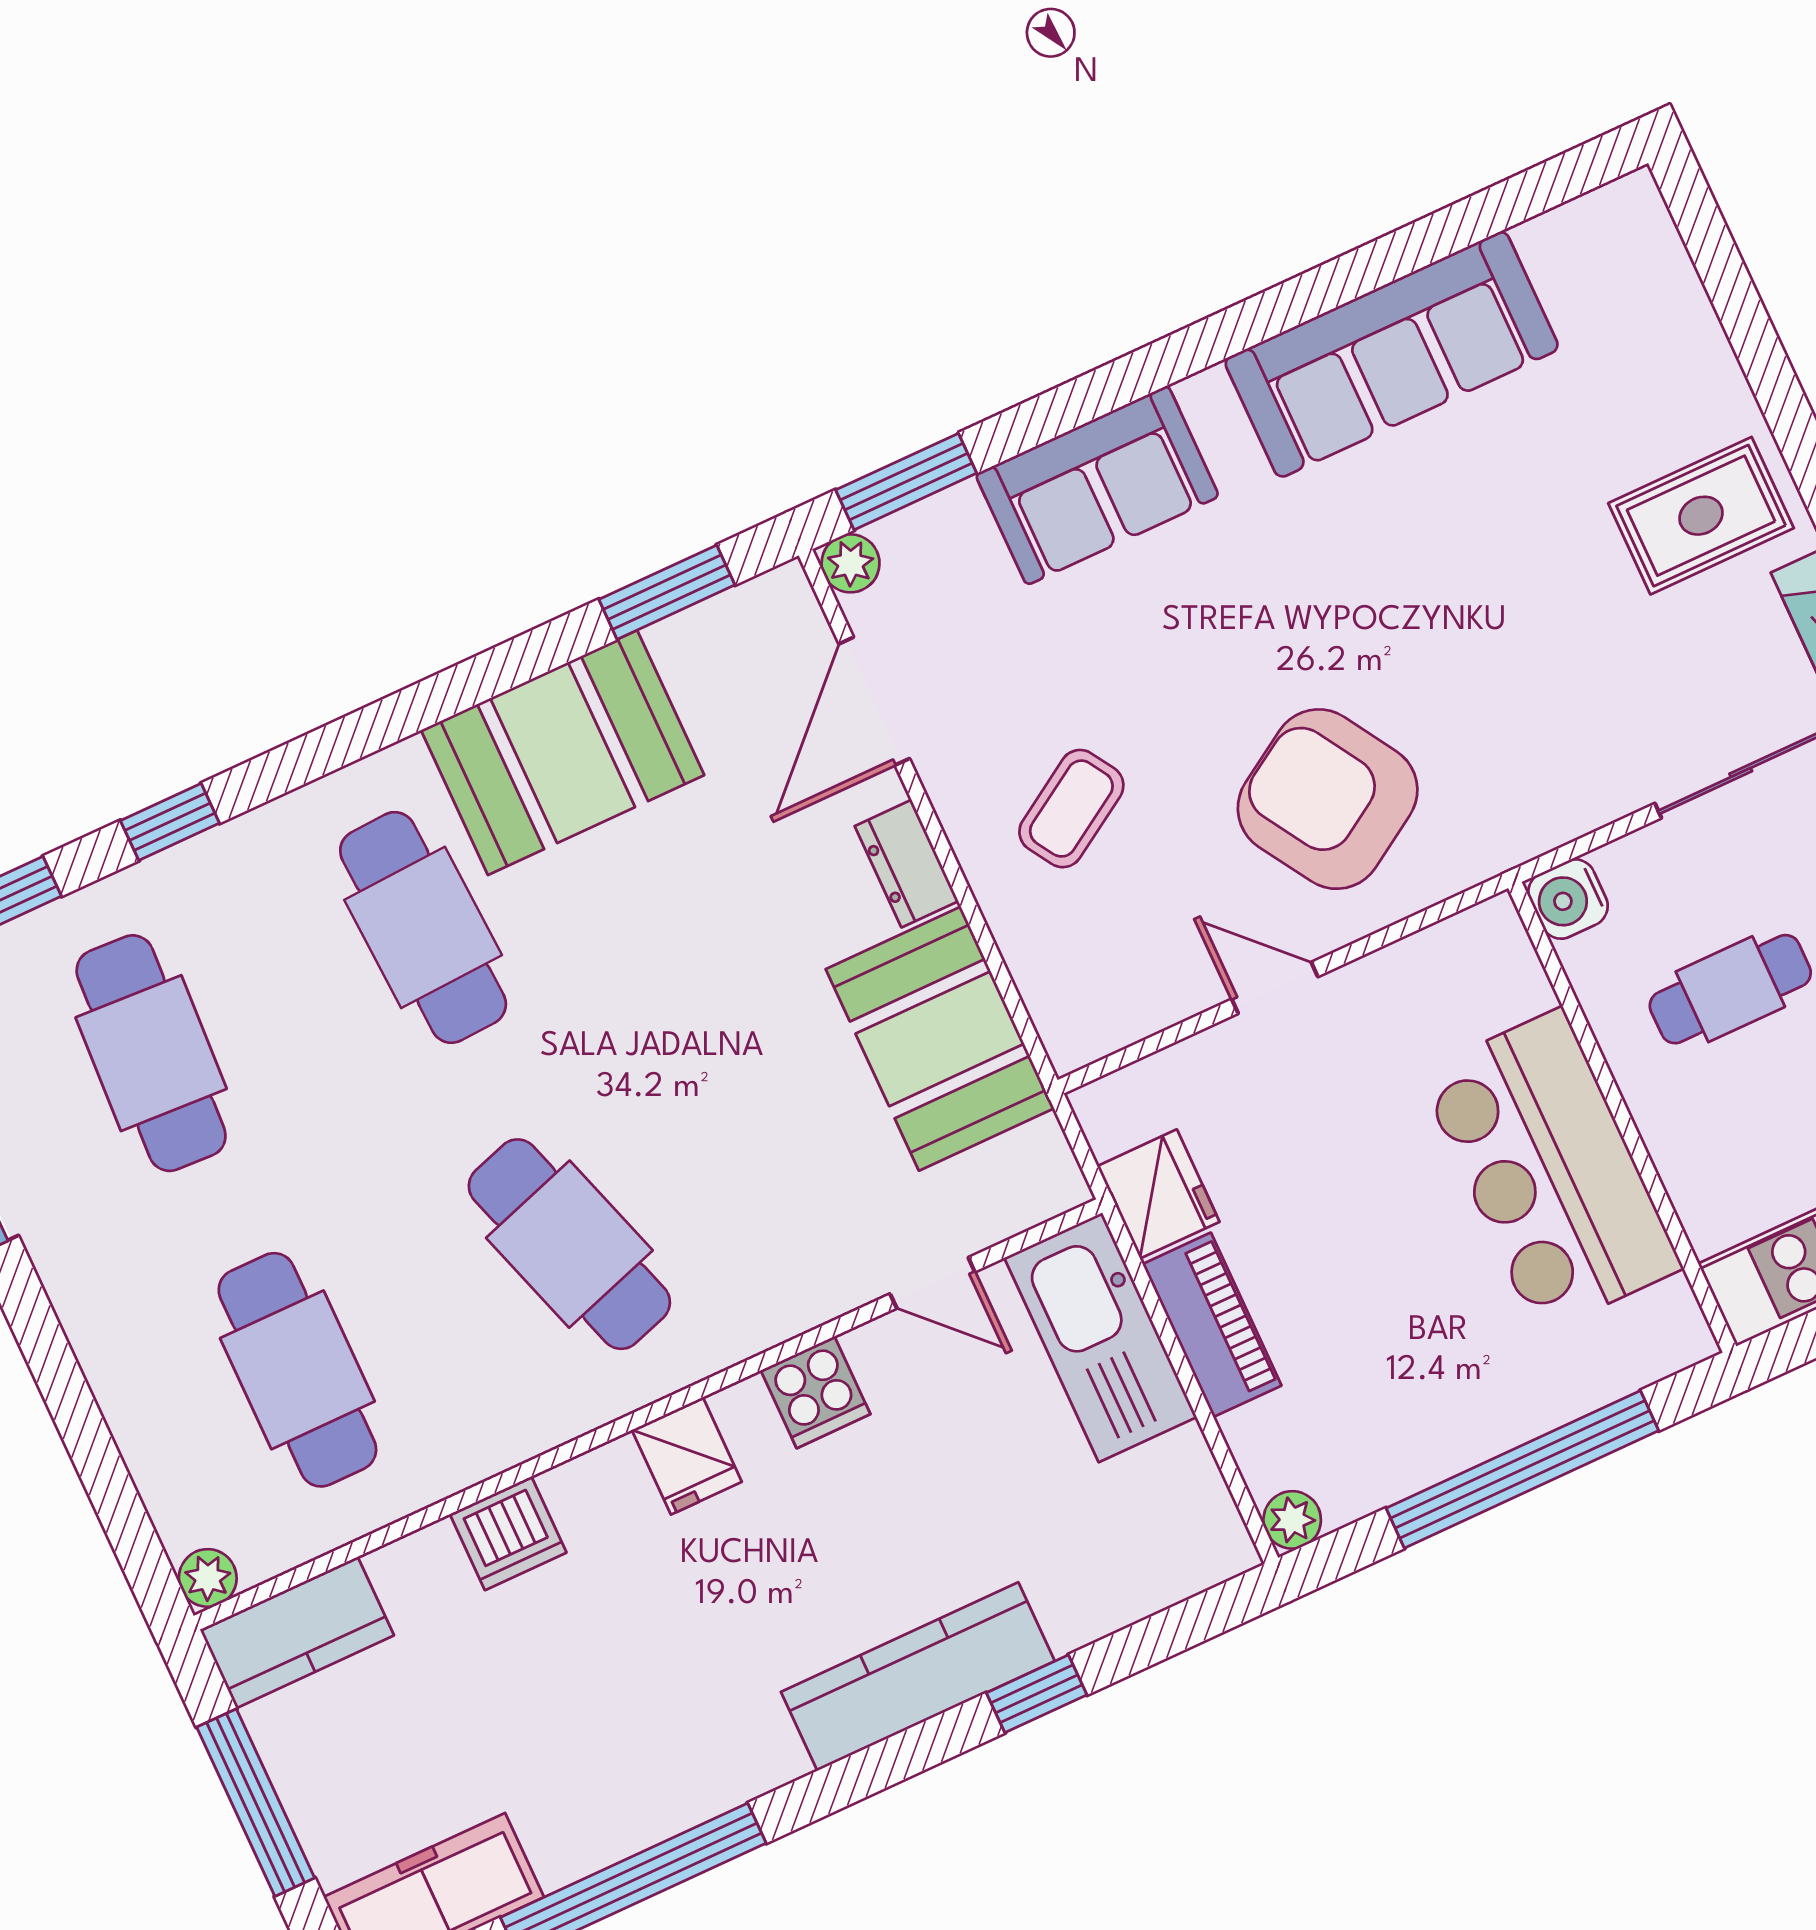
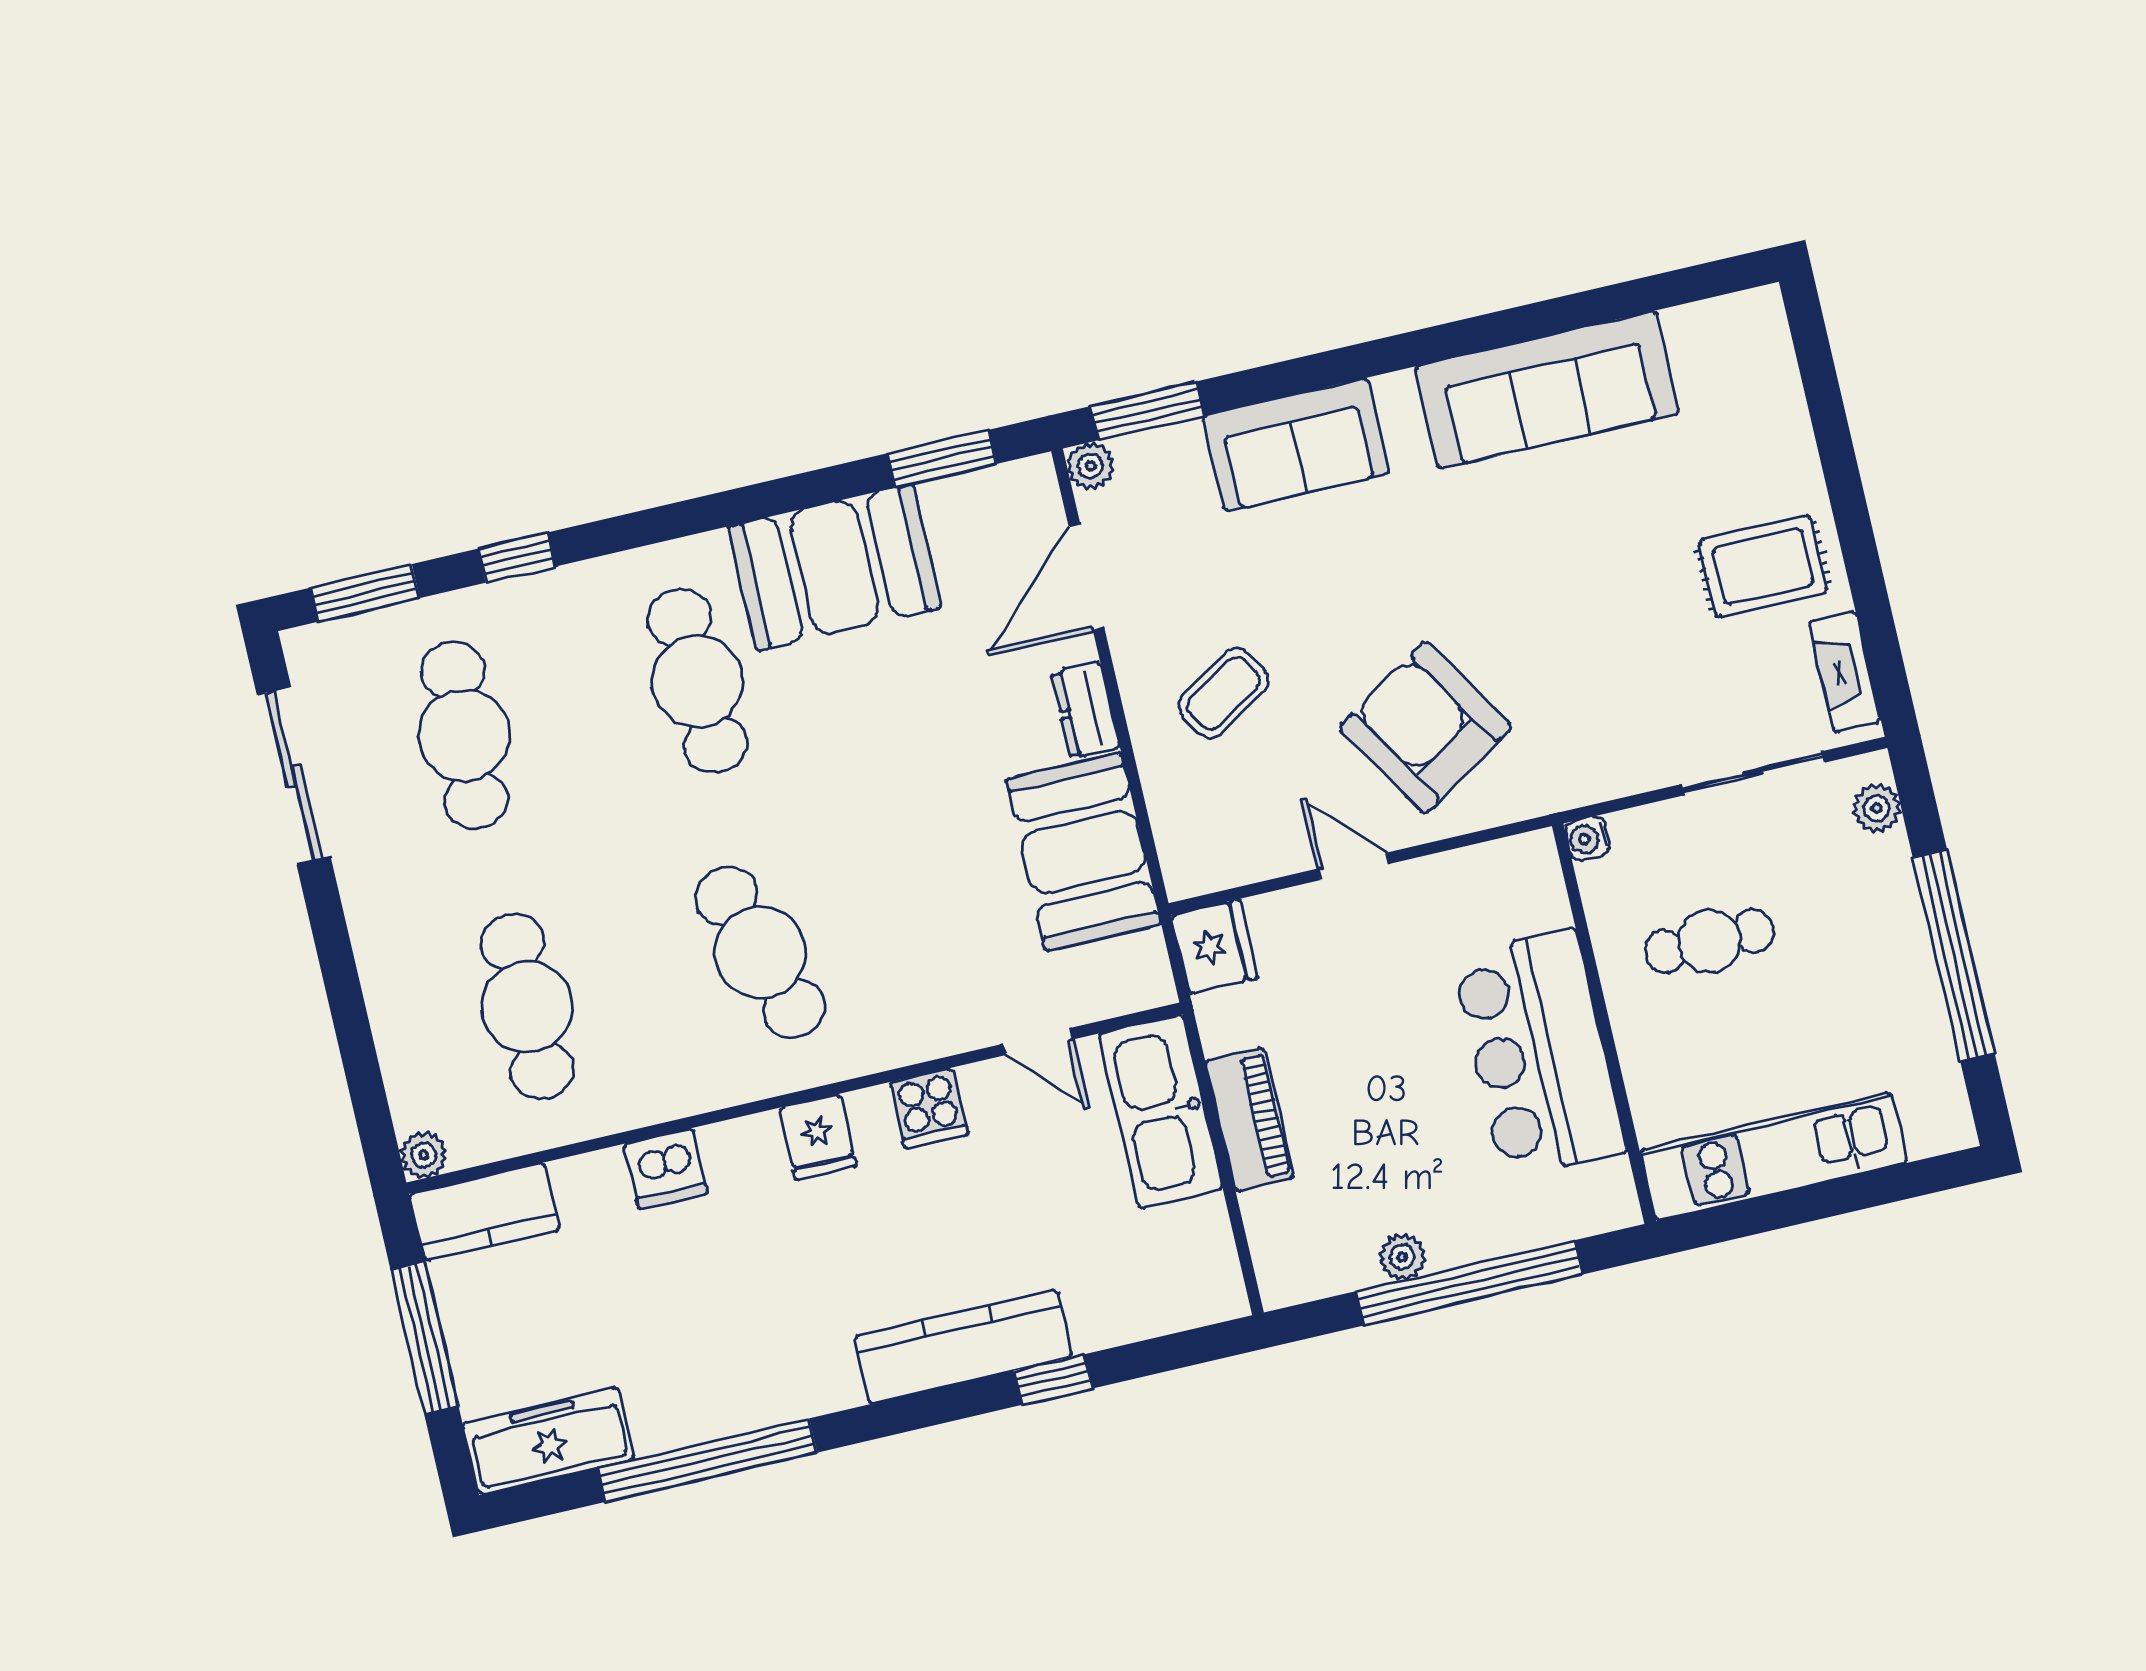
water cooler: (1568, 899) -> (1588, 839), width x0.72, depth x0.72
fridge: (1158, 1194) -> (1214, 946), moved
plant: (1292, 1520) -> (1402, 1257), moved

